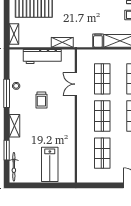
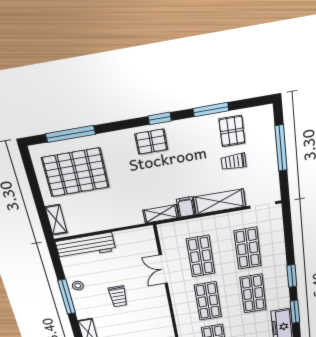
shelving: (62, 42) -> (161, 214), moved
workbench: (42, 57) -> (86, 246), moved

